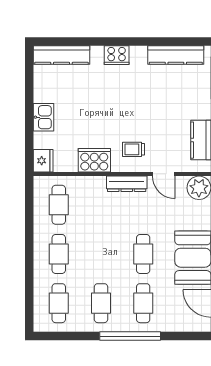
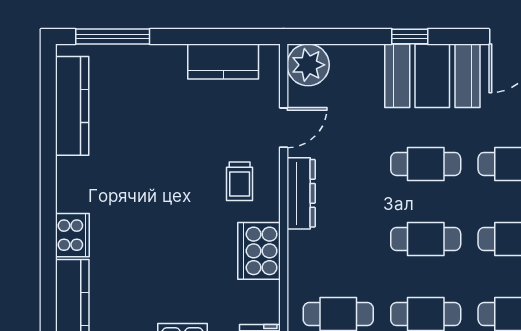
cooker: (117, 55) -> (72, 235), moved
cafe table: (101, 254) -> (426, 239), added

